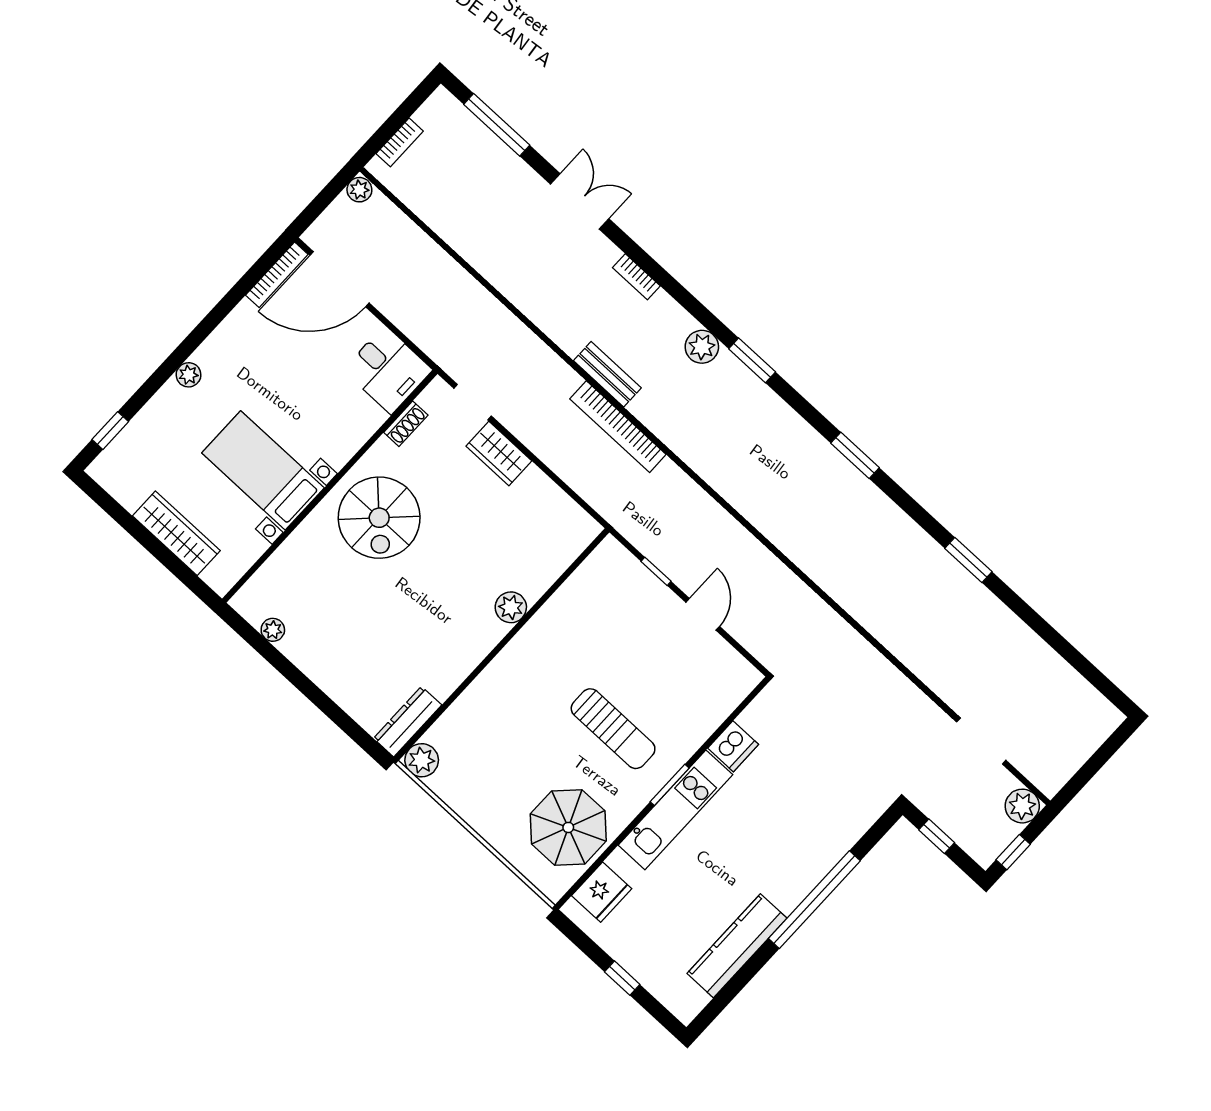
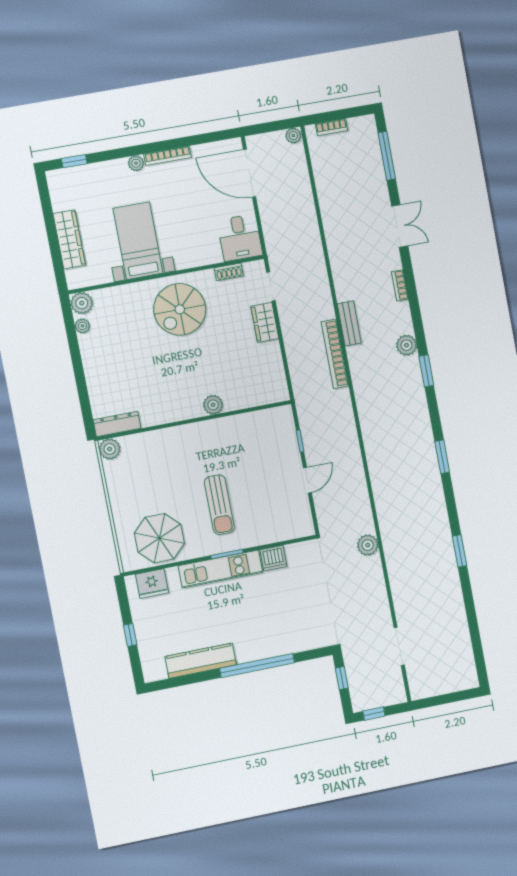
bookcase: (277, 275) -> (168, 156), moved
plant: (251, 602) -> (82, 303), added
plant: (1022, 806) -> (368, 545), moved

